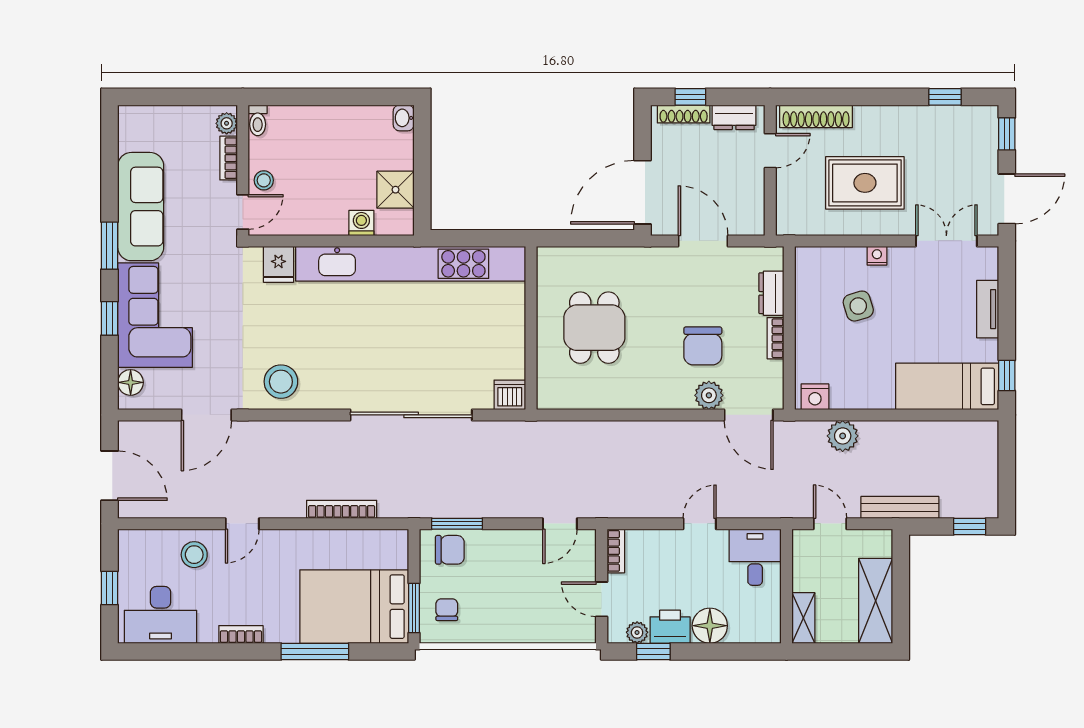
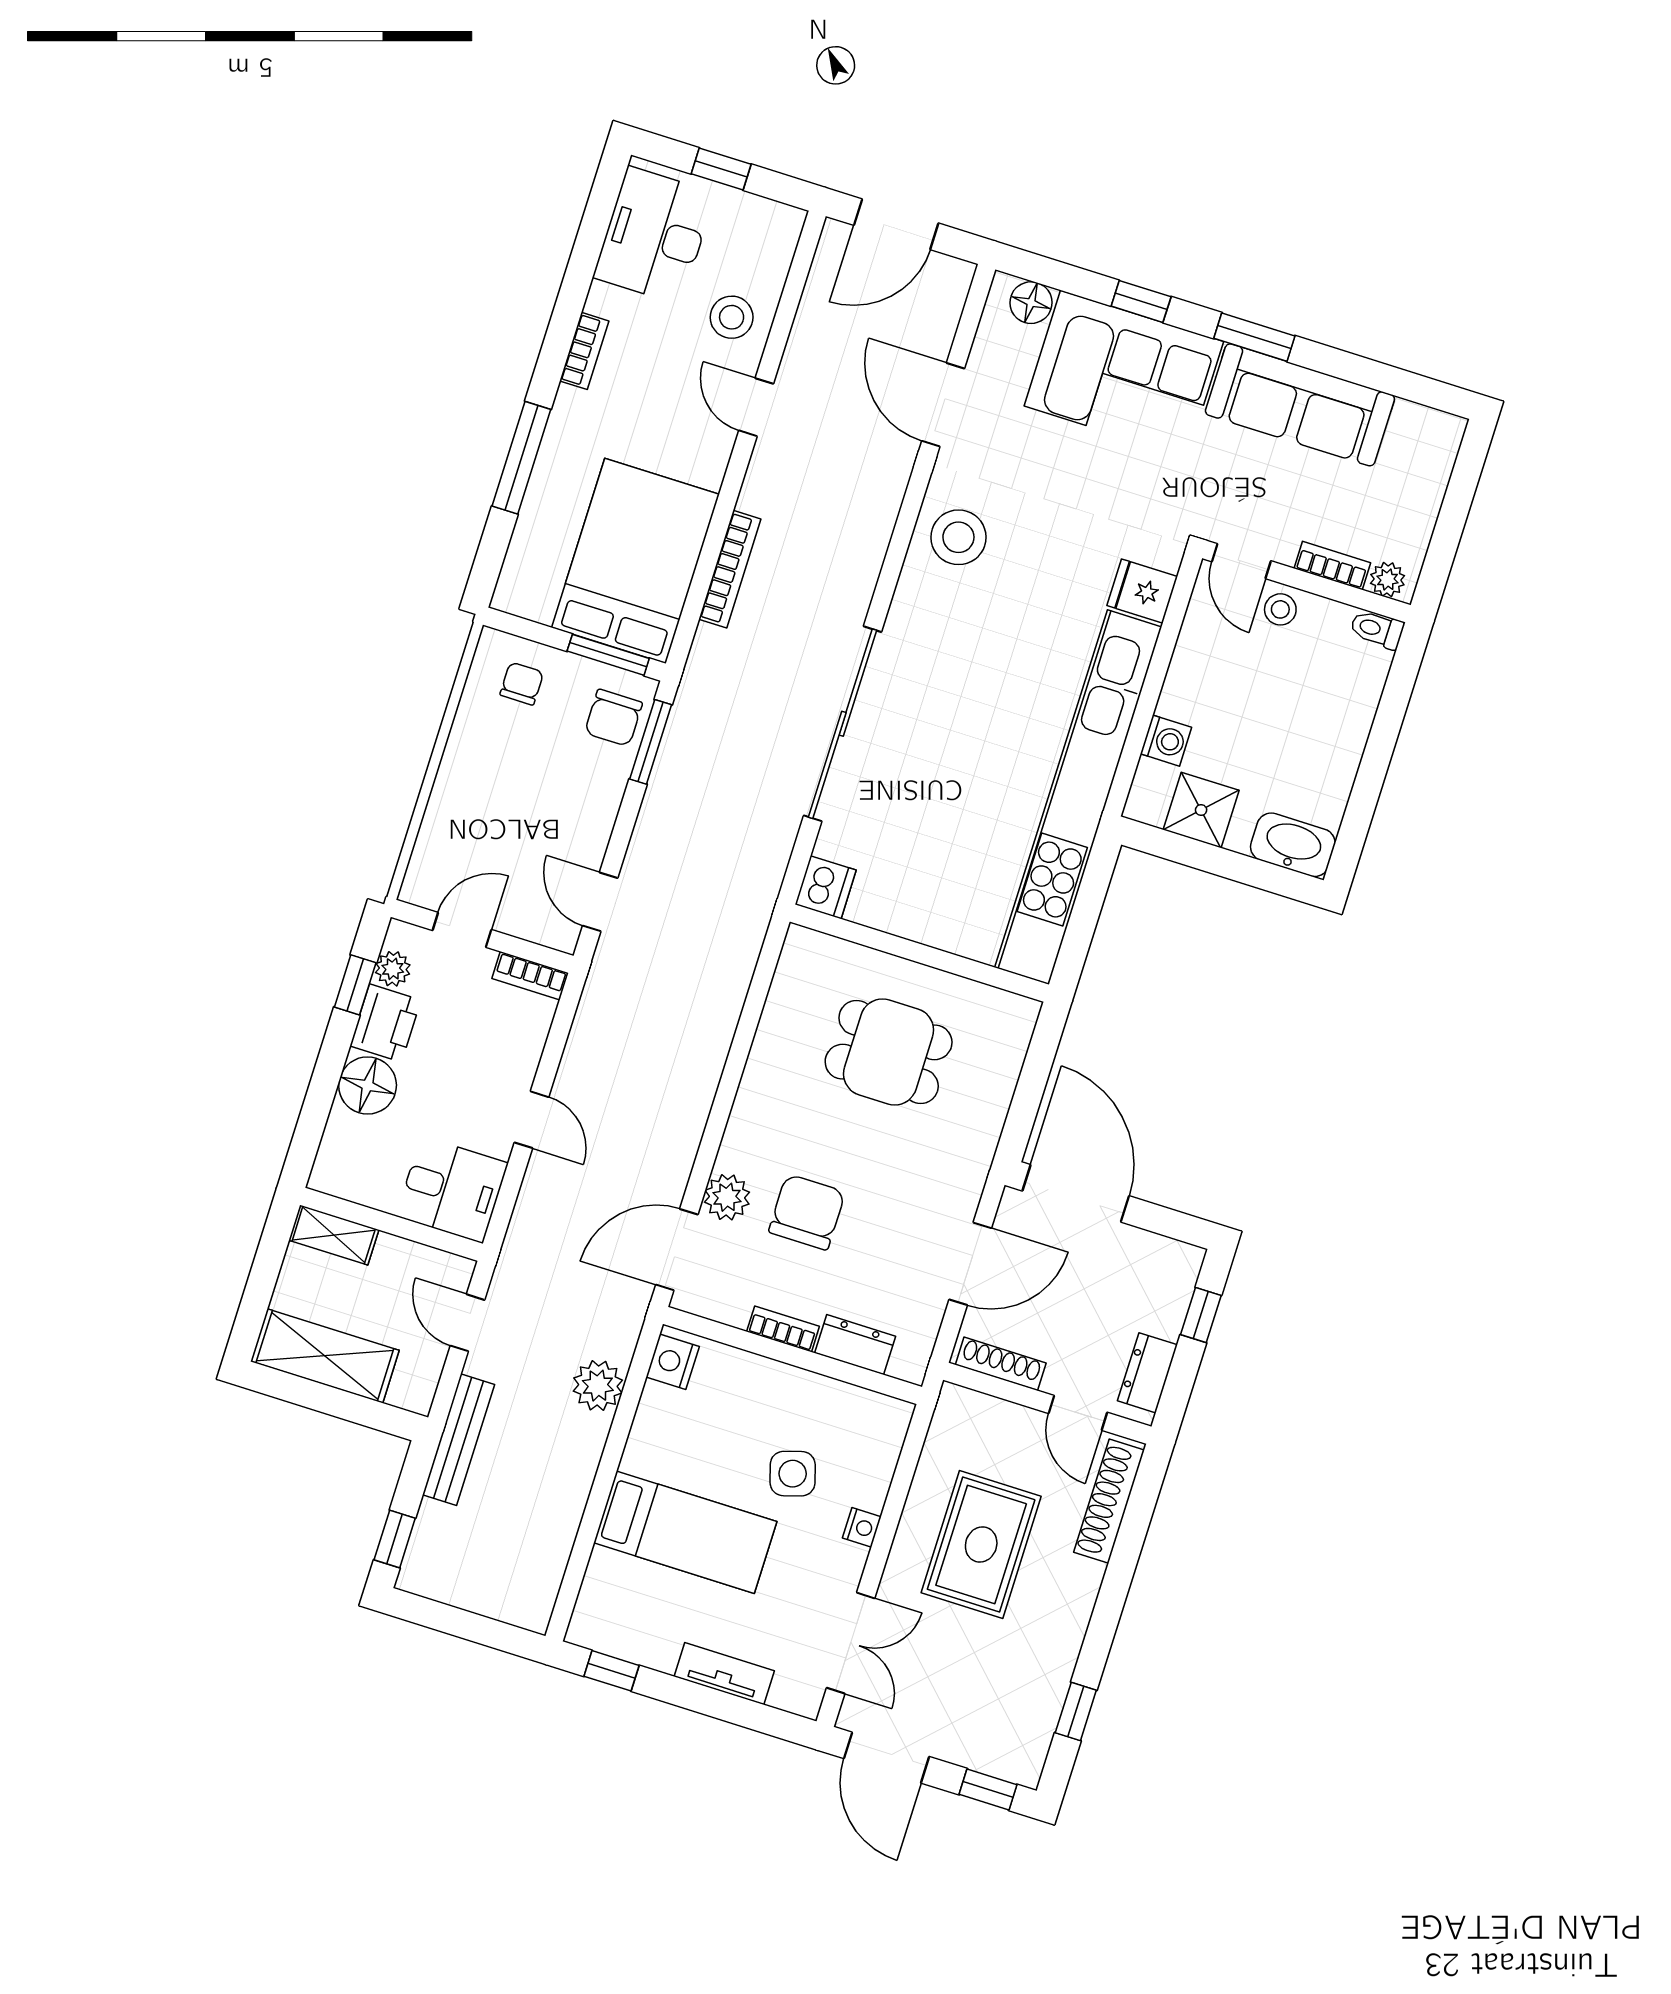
shoe rack: (684, 114) -> (1001, 1364), moved, turned 90
washbasin: (404, 118) -> (1293, 845), width x1.91, depth x1.45
chair: (703, 346) -> (807, 1212), turned 90
bed: (947, 386) -> (685, 1532), moved, turned 90
door: (830, 524) -> (467, 1323), swing flipped
bed: (354, 607) -> (635, 561), moved
window: (414, 608) -> (608, 655), moved
chair: (447, 610) -> (522, 684), turned -90

